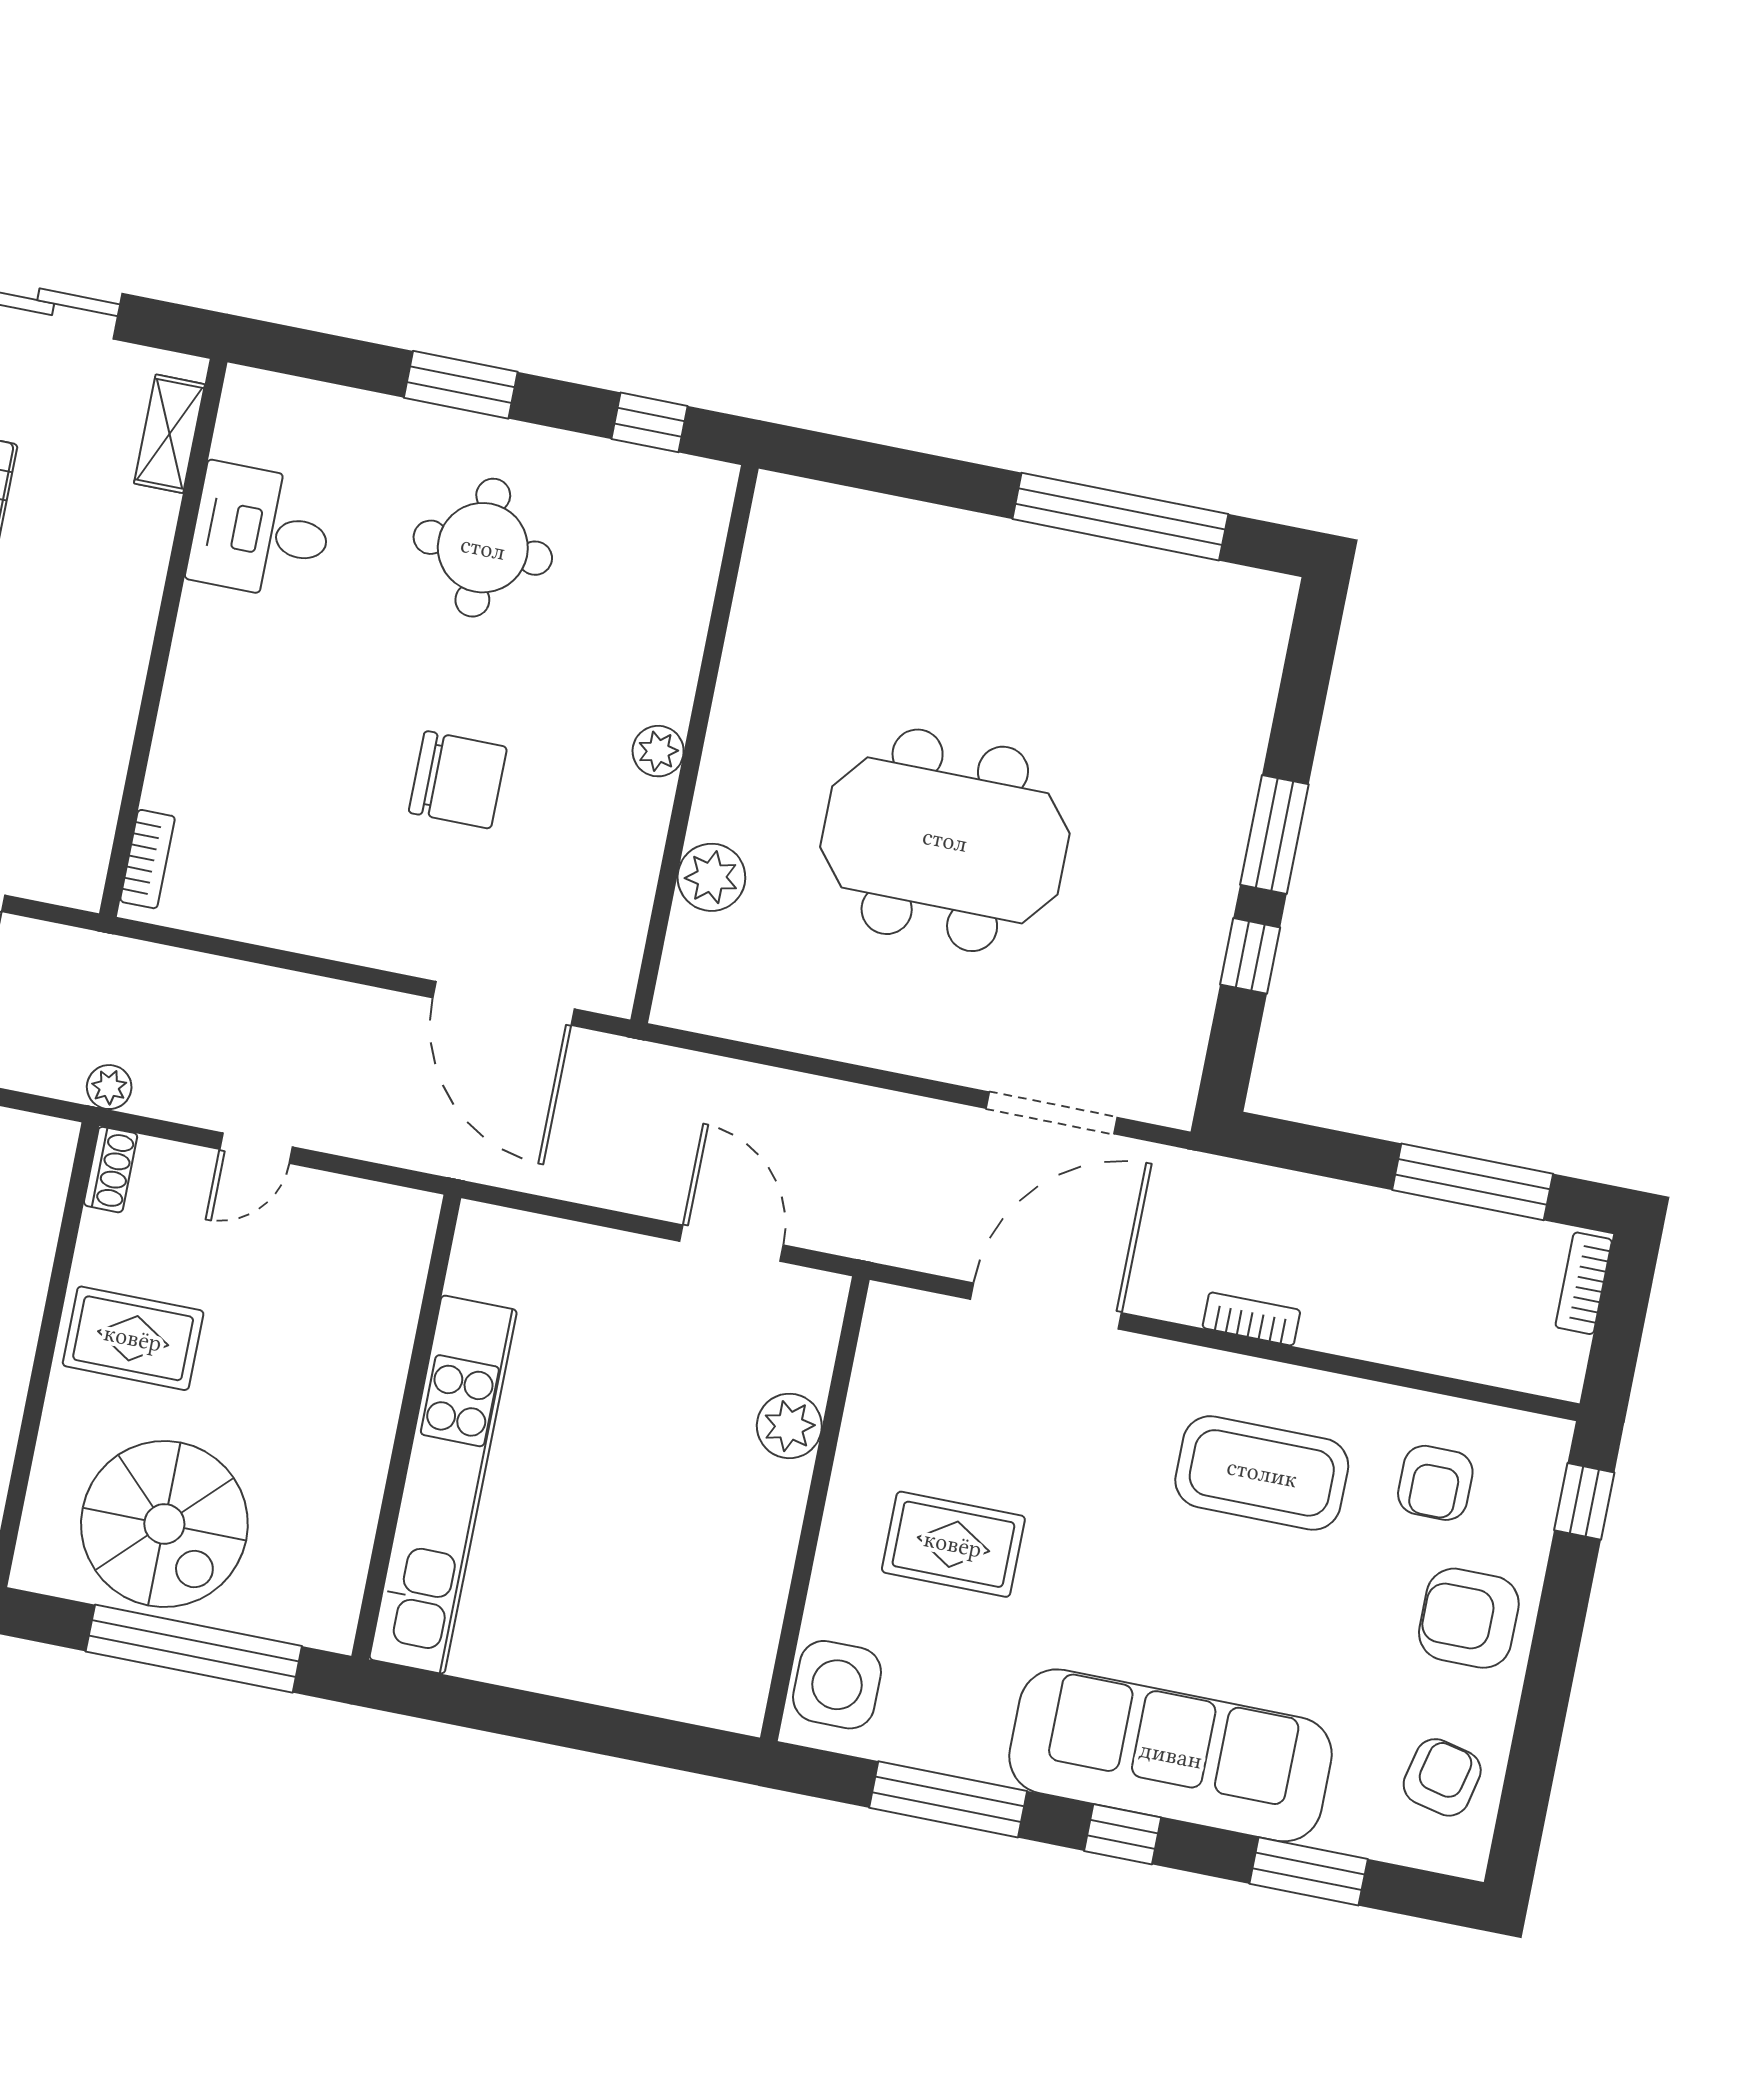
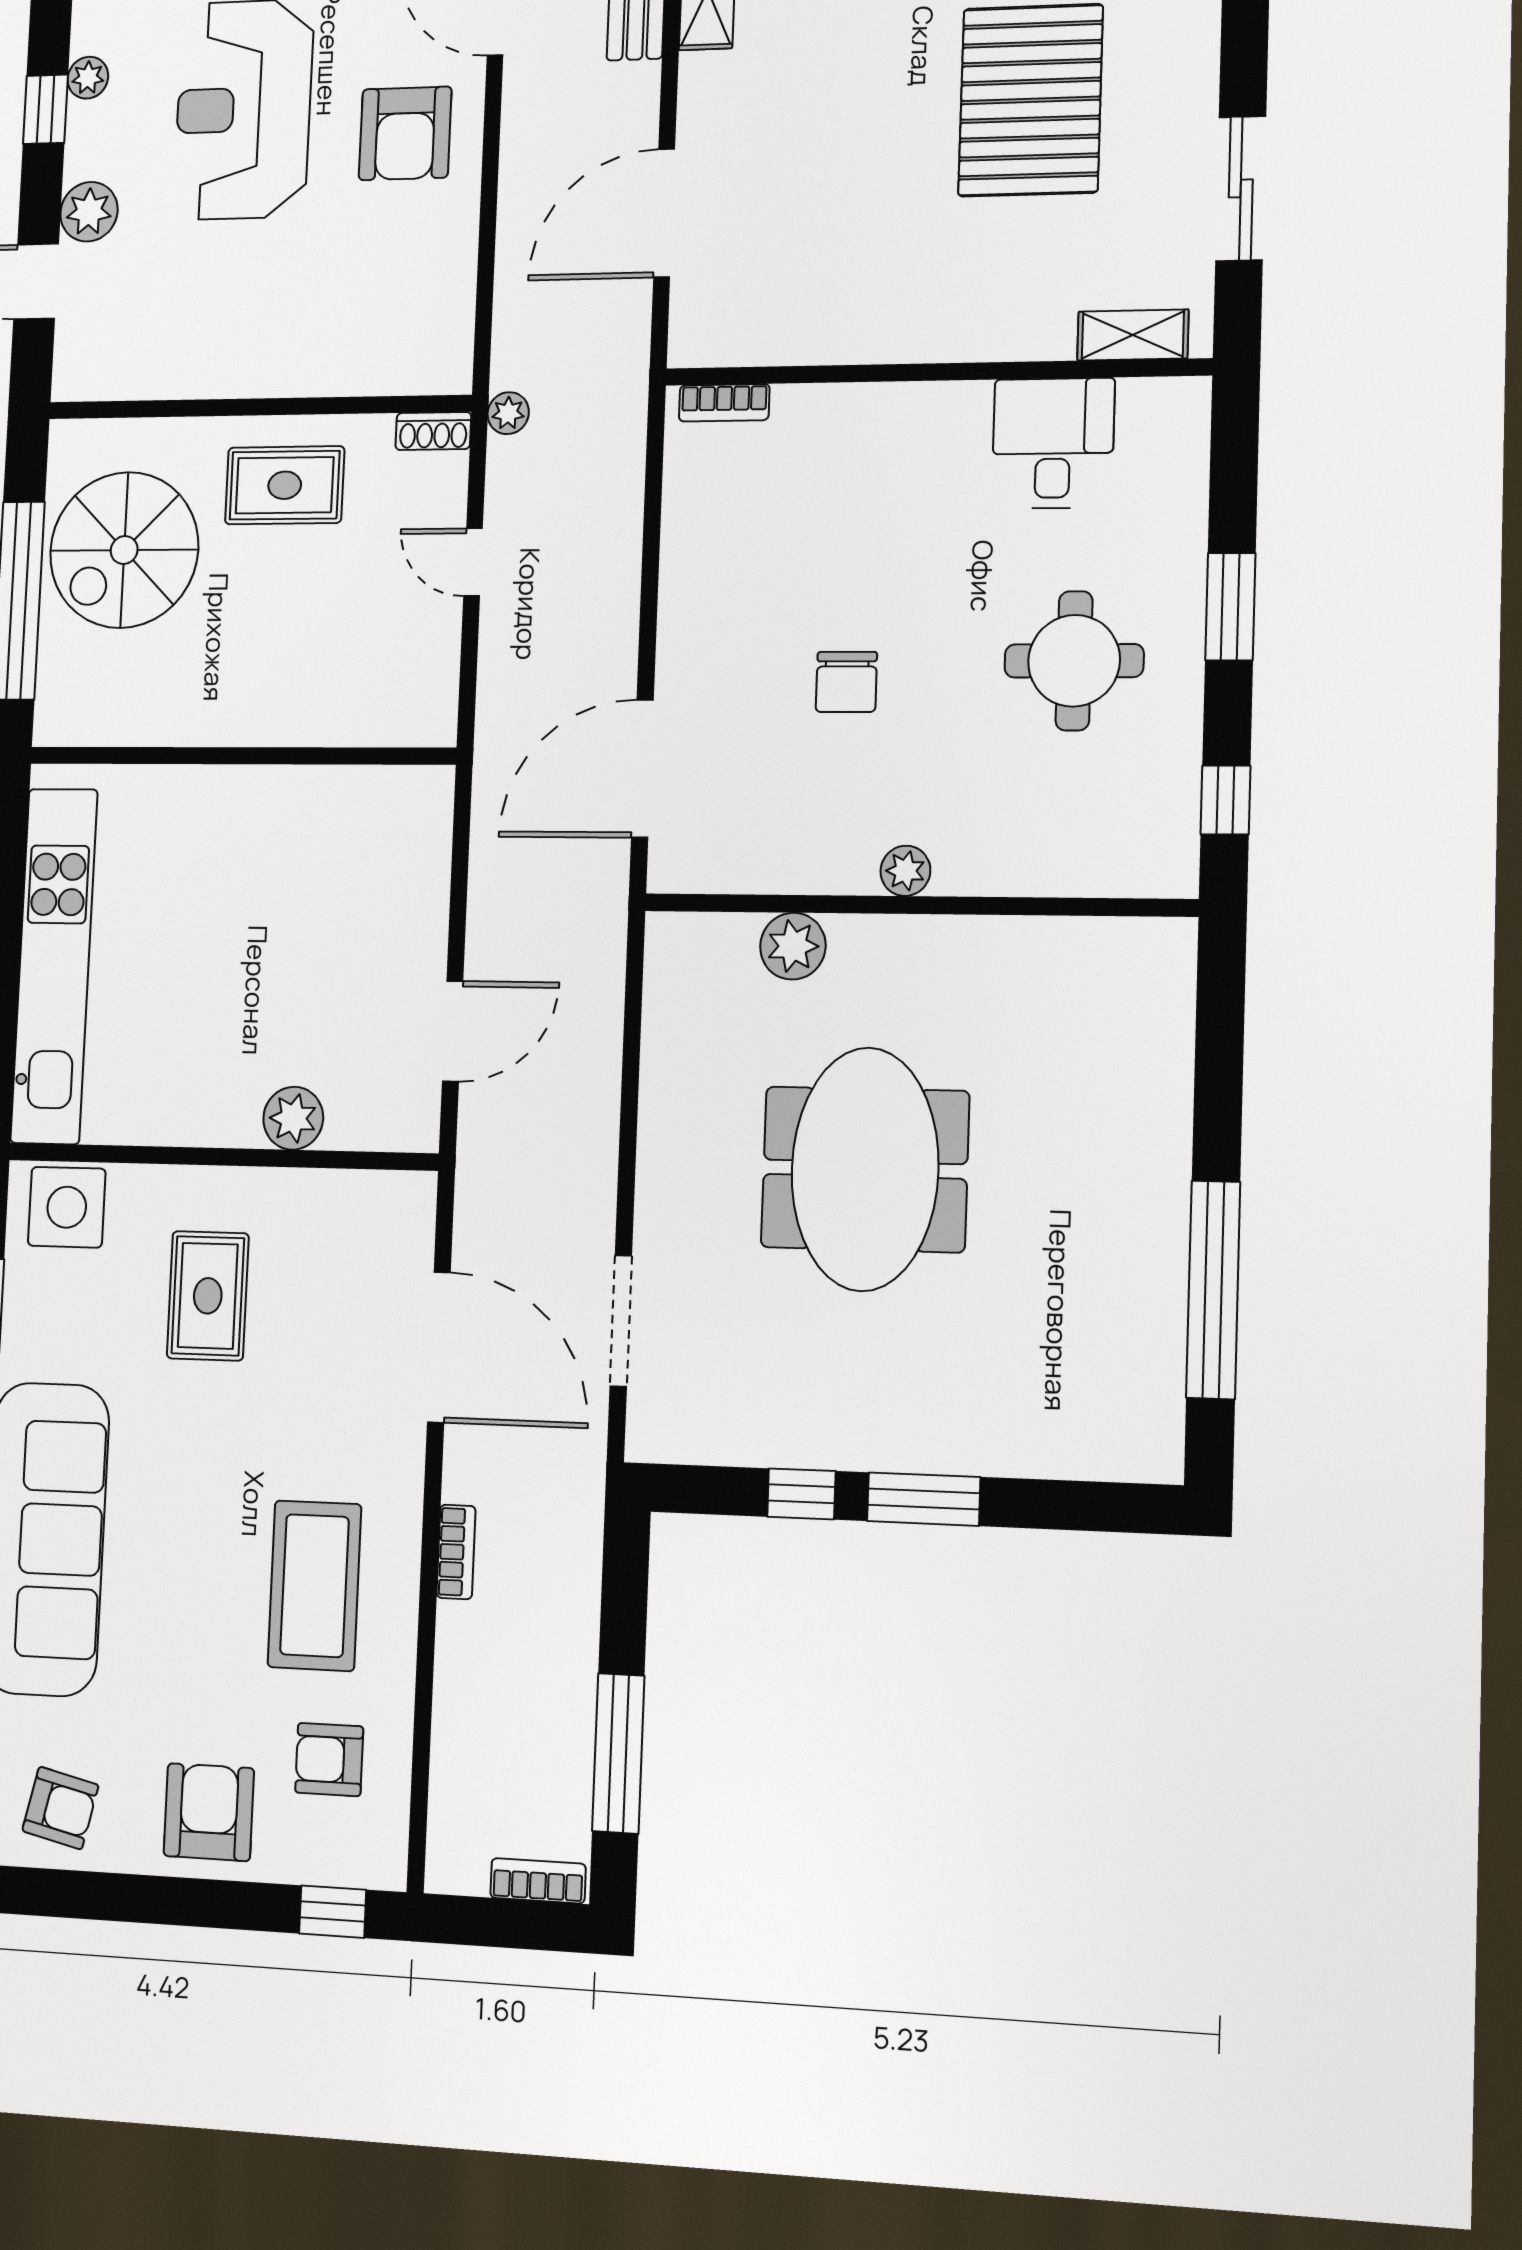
chair: (458, 780) -> (846, 682), width x0.73, depth x0.73
rug: (133, 1338) -> (285, 485), turned 90
kitchen unit: (443, 1485) -> (54, 966), moved, turned -90

